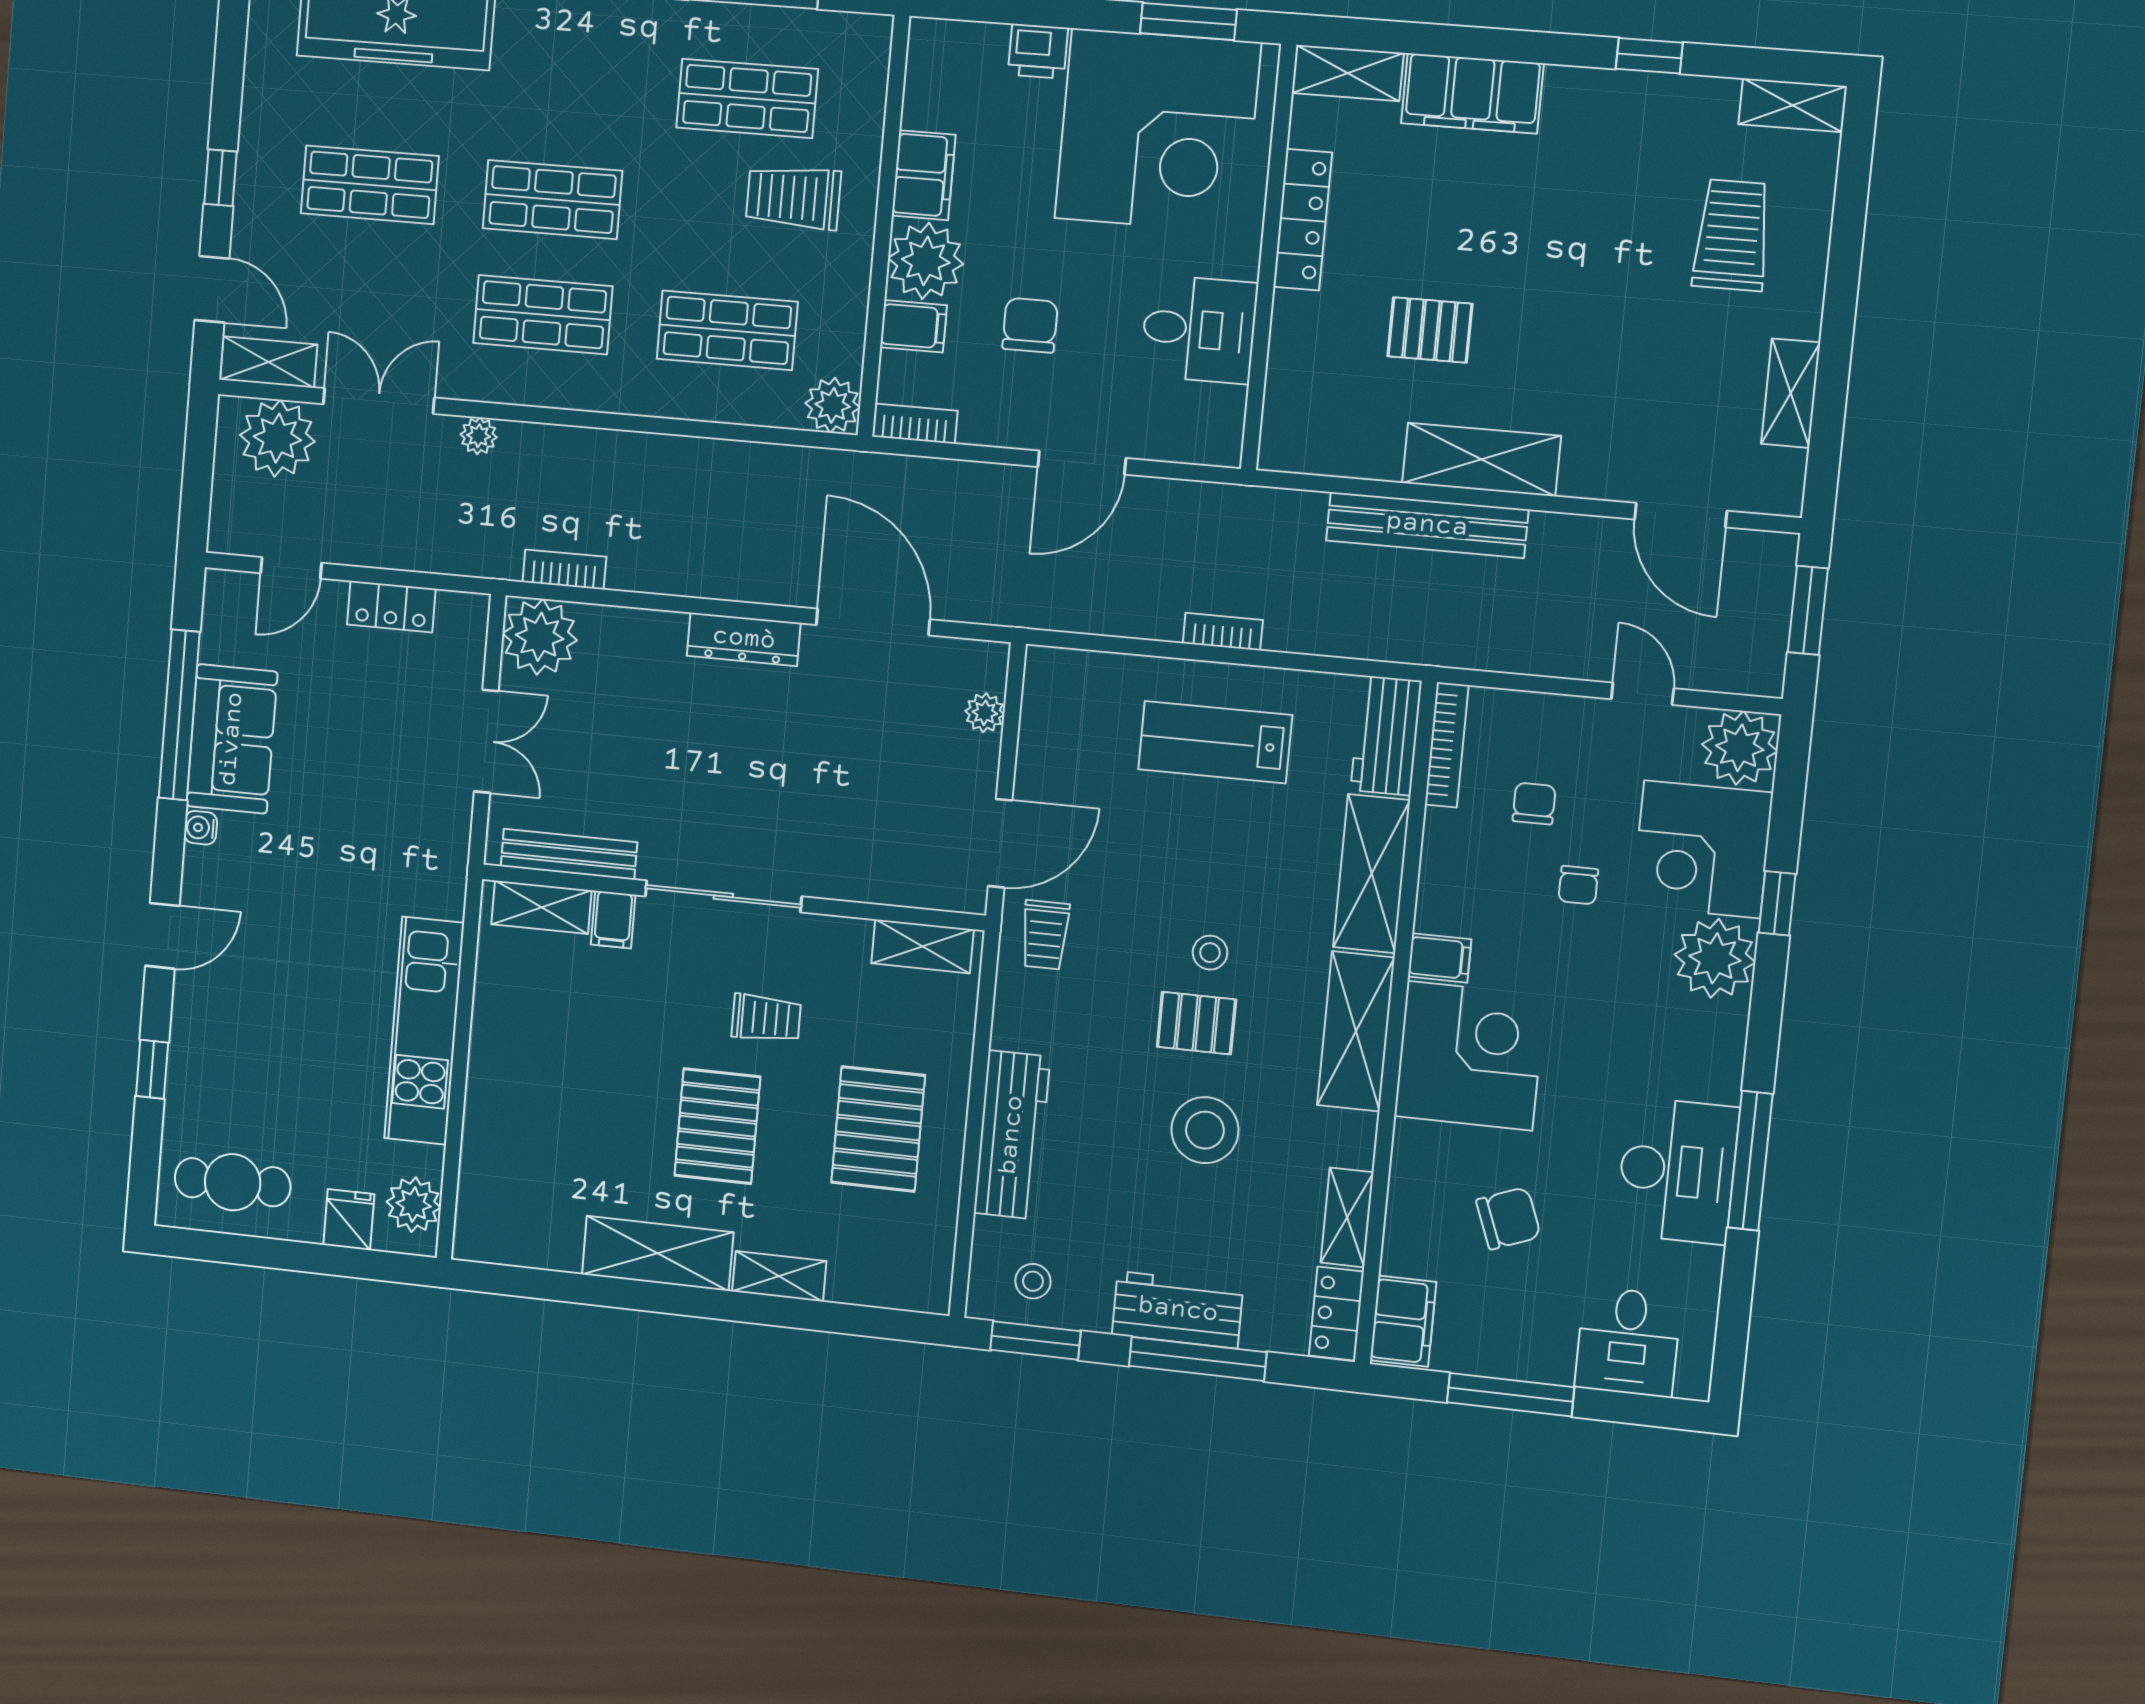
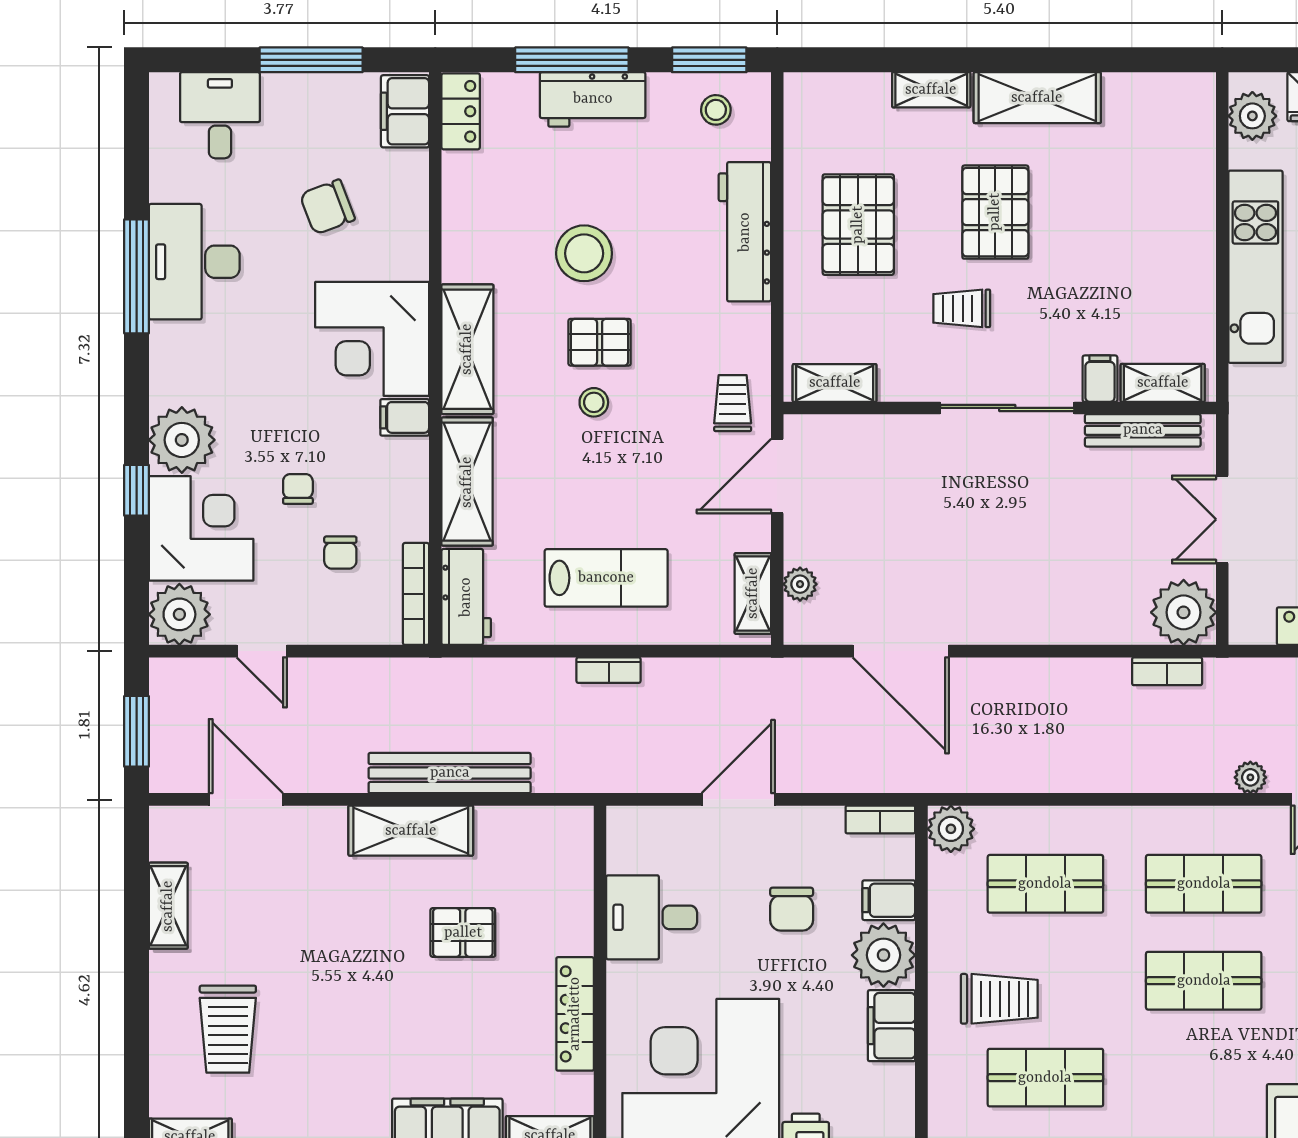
dresser: (744, 639) -> (1009, 626), removed
shelving: (1347, 1218) -> (753, 593), moved

